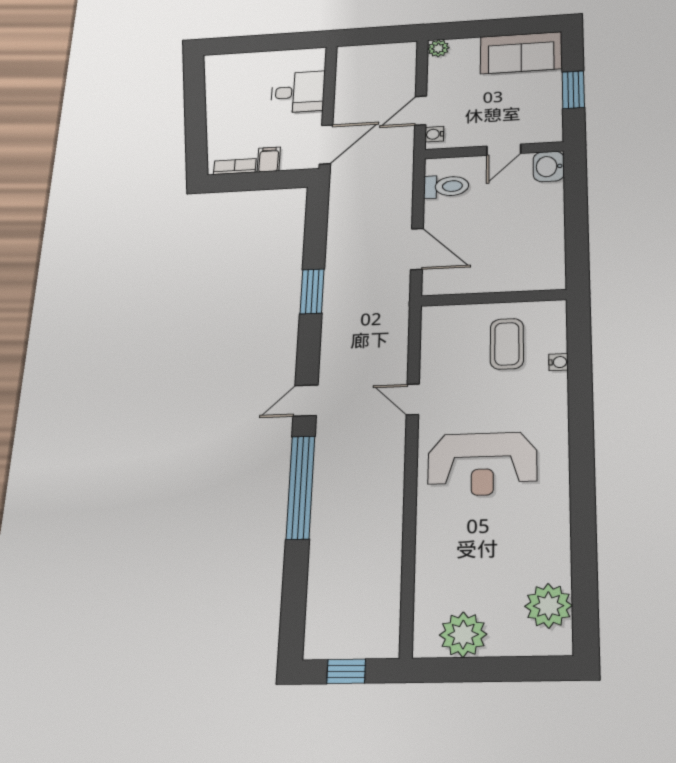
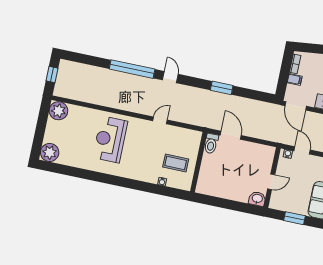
door: (504, 150) -> (271, 182), swing flipped
toilet: (446, 186) -> (211, 144), moved
door: (417, 249) -> (231, 135), swing flipped
reception desk: (482, 464) -> (110, 139), moved
plant: (549, 606) -> (50, 152), moved
plant: (463, 635) -> (58, 111), moved

